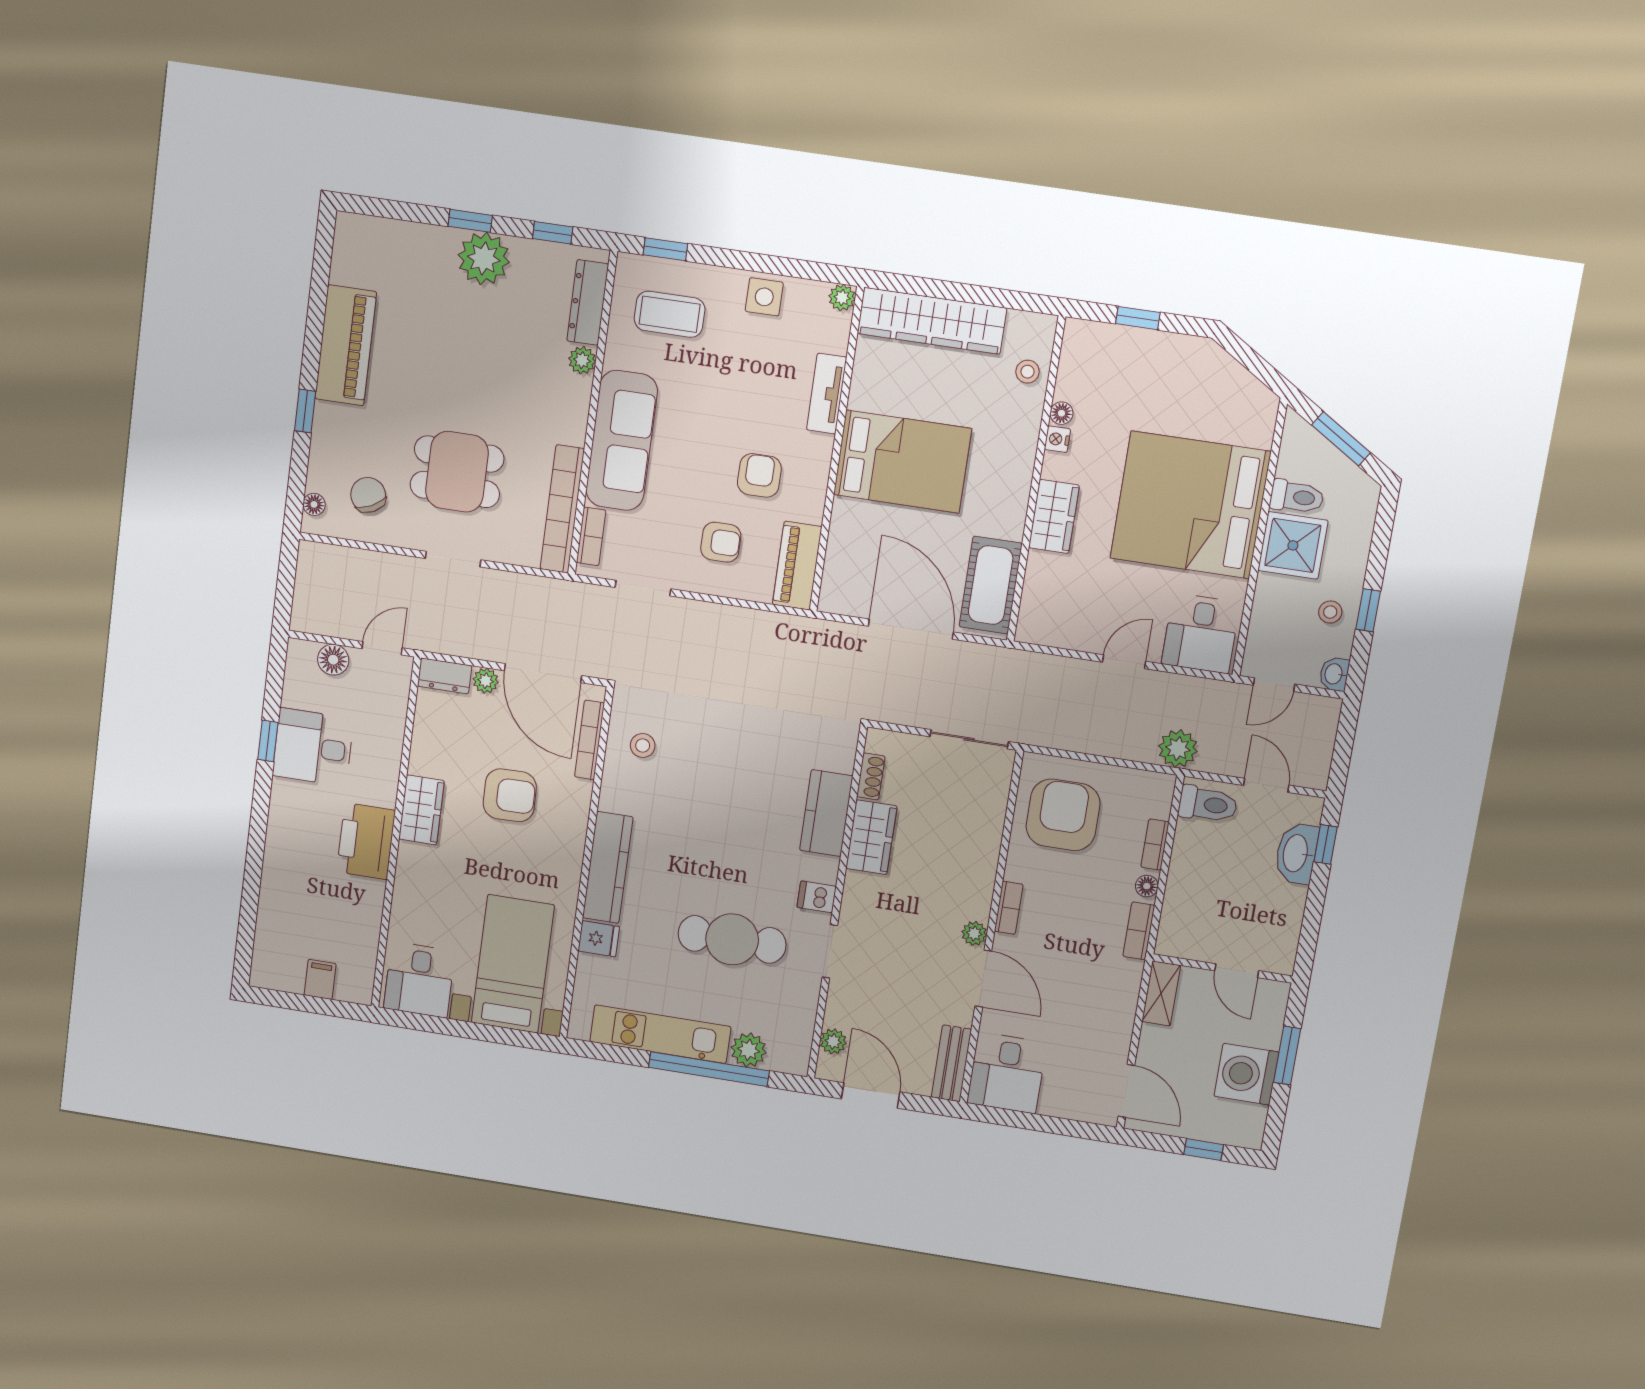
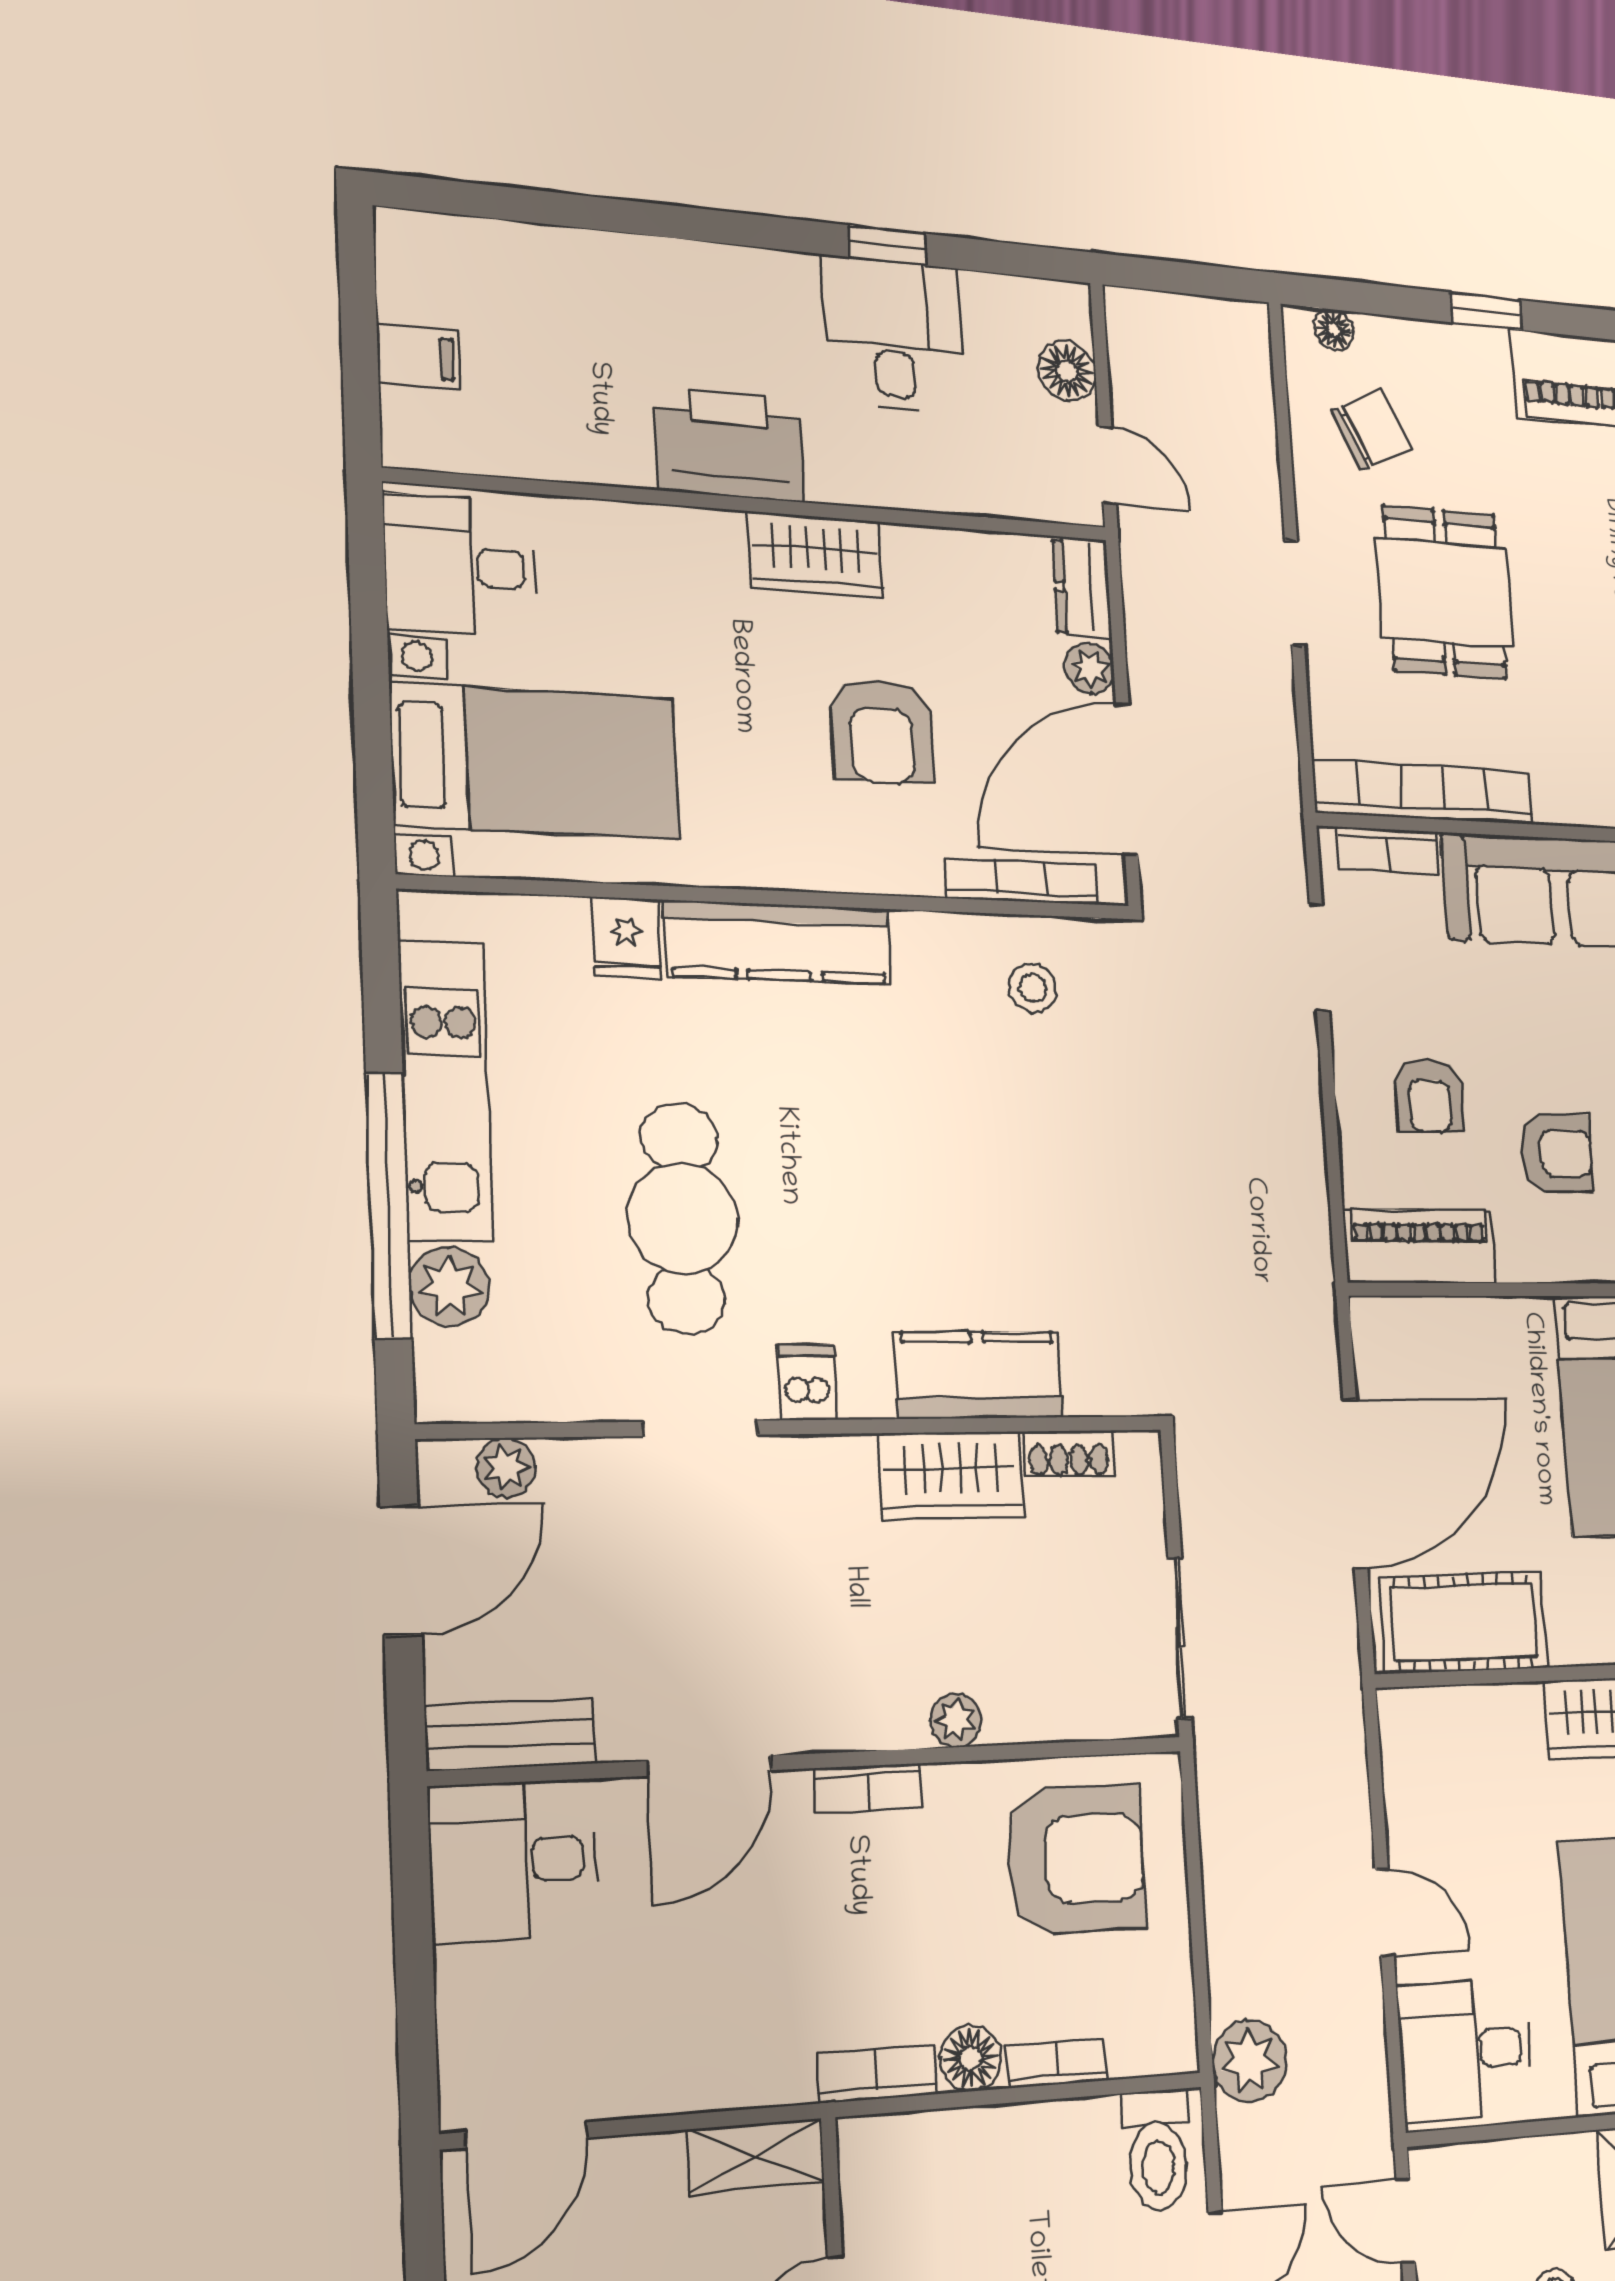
floor lamp: (1147, 886) -> (971, 2058), width x1.37, depth x1.37
plant: (974, 933) -> (956, 1720), moved

